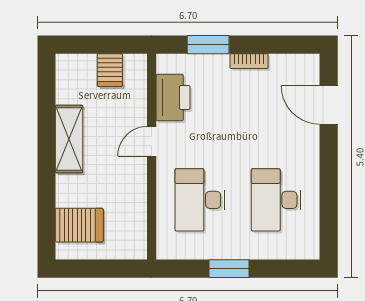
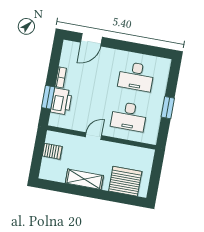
printer: (173, 97) -> (61, 101), moved, turned 90
door: (152, 141) -> (94, 136), swing flipped
server rack: (79, 225) -> (125, 181), width x1.60

